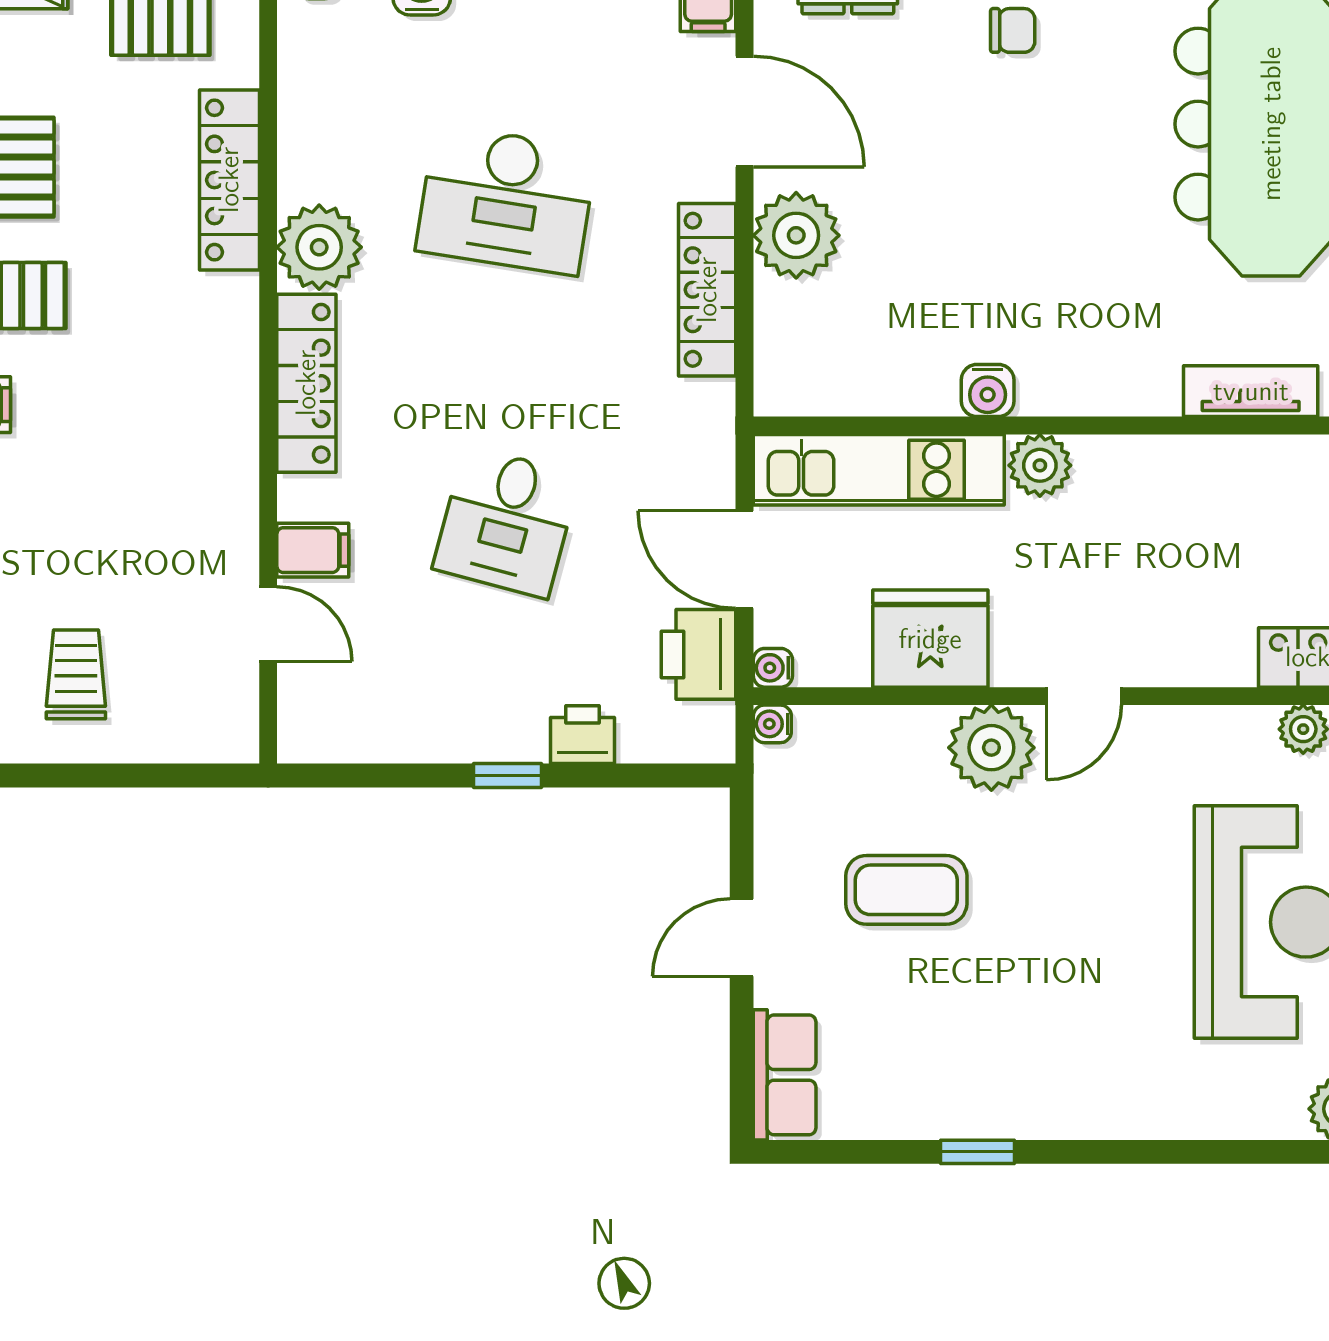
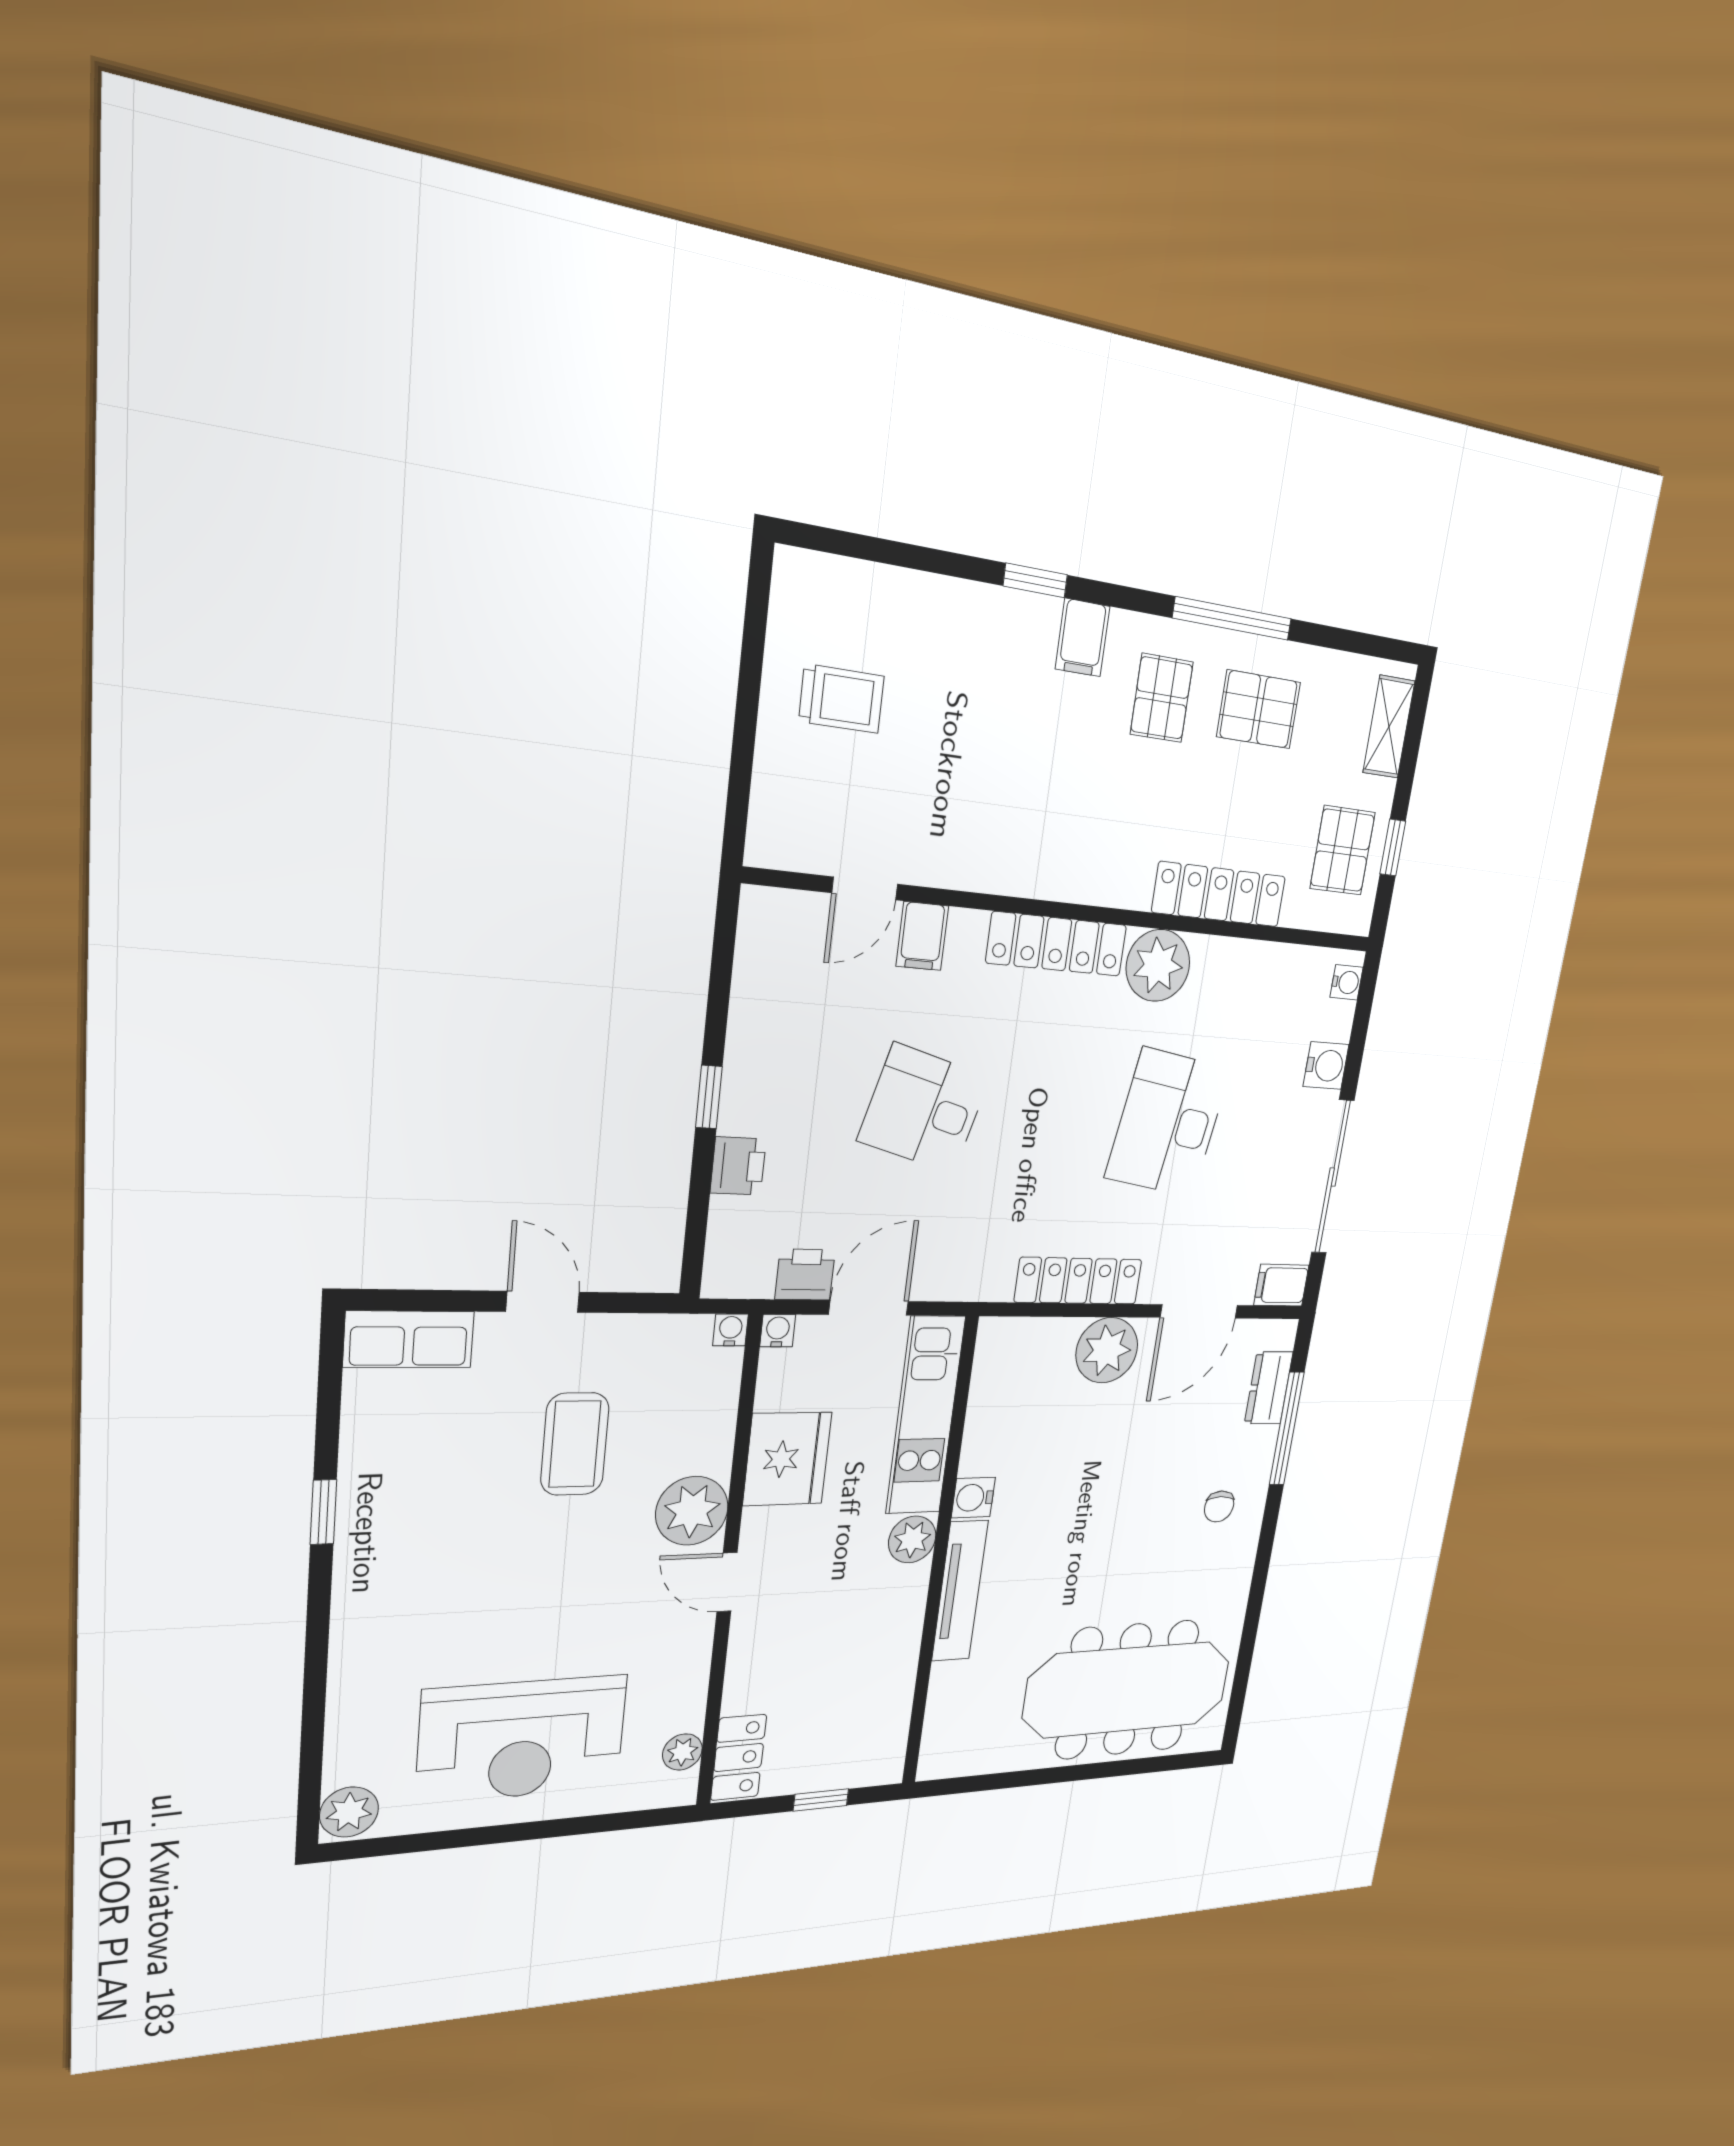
tv unit: (1251, 391) -> (960, 1591), moved, width x1.41
printer: (699, 654) -> (805, 1275), width x0.73, depth x0.81

